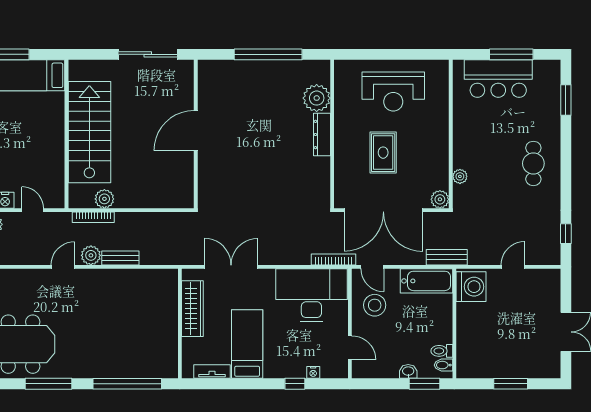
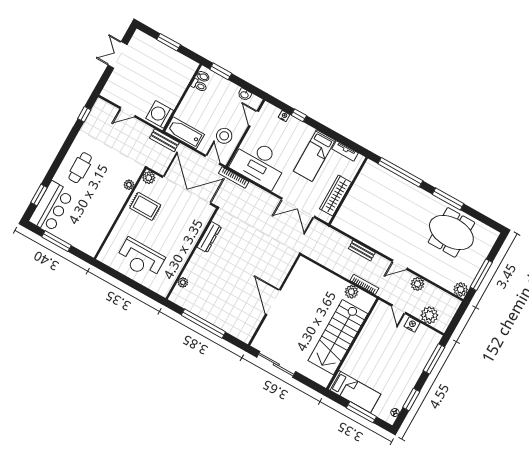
bar counter: (498, 79) -> (51, 207), moved, turned 90
reception desk: (393, 92) -> (140, 259), turned 180
plant: (317, 98) -> (183, 282), width x0.53, depth x0.53
door: (196, 131) -> (273, 302), swing flipped
dresser: (322, 135) -> (209, 237), moved
rug: (383, 153) -> (145, 206), moved, turned 90
plant: (91, 255) -> (418, 284), moved
washbasin: (408, 371) -> (245, 95), moved

